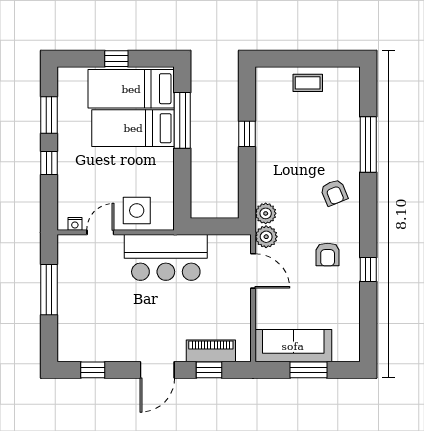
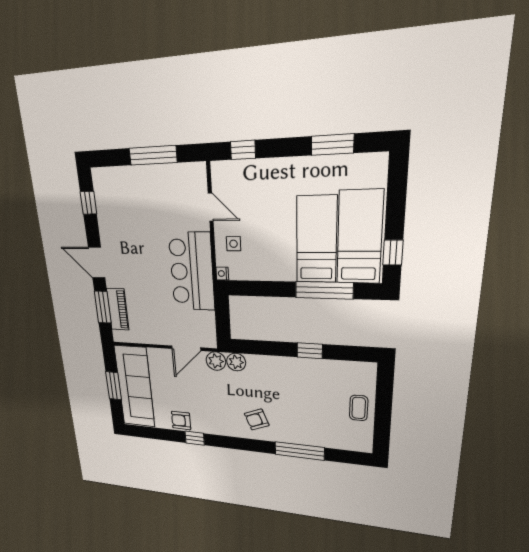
window: (116, 59) -> (393, 253), moved
window: (49, 163) -> (243, 150), moved
side table: (137, 211) -> (233, 244), width x0.54, depth x0.54
nightstand: (75, 224) -> (222, 274), moved
armchair: (328, 254) -> (181, 421), moved
sofa: (293, 346) -> (135, 387), width x1.36, depth x1.27
window: (209, 370) -> (103, 307), width x1.50

